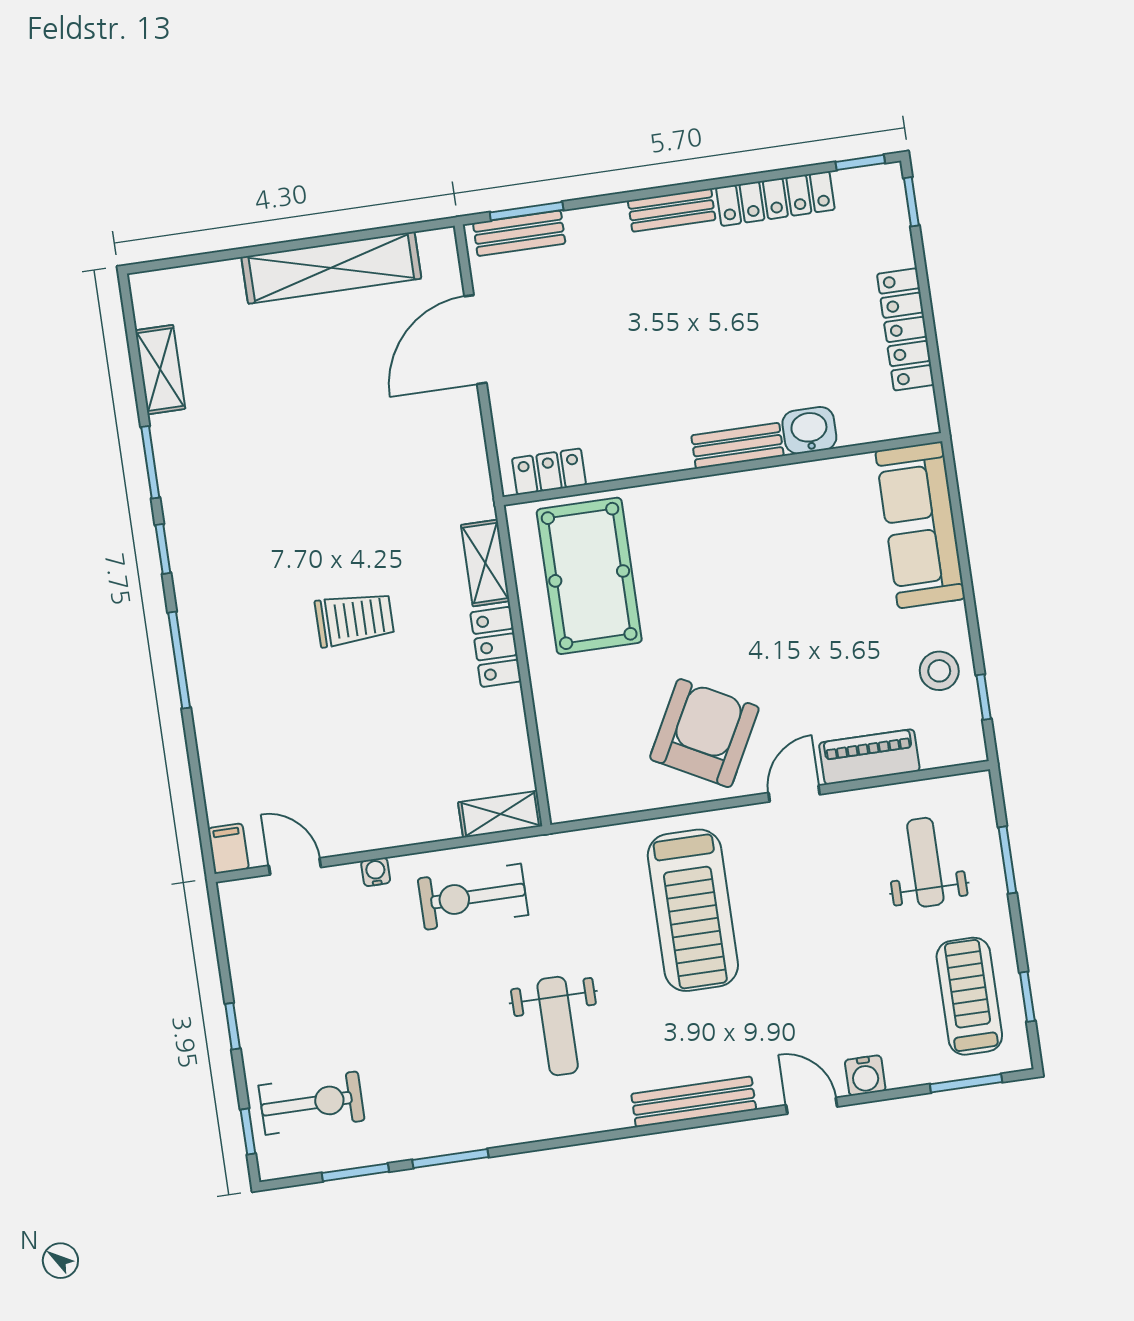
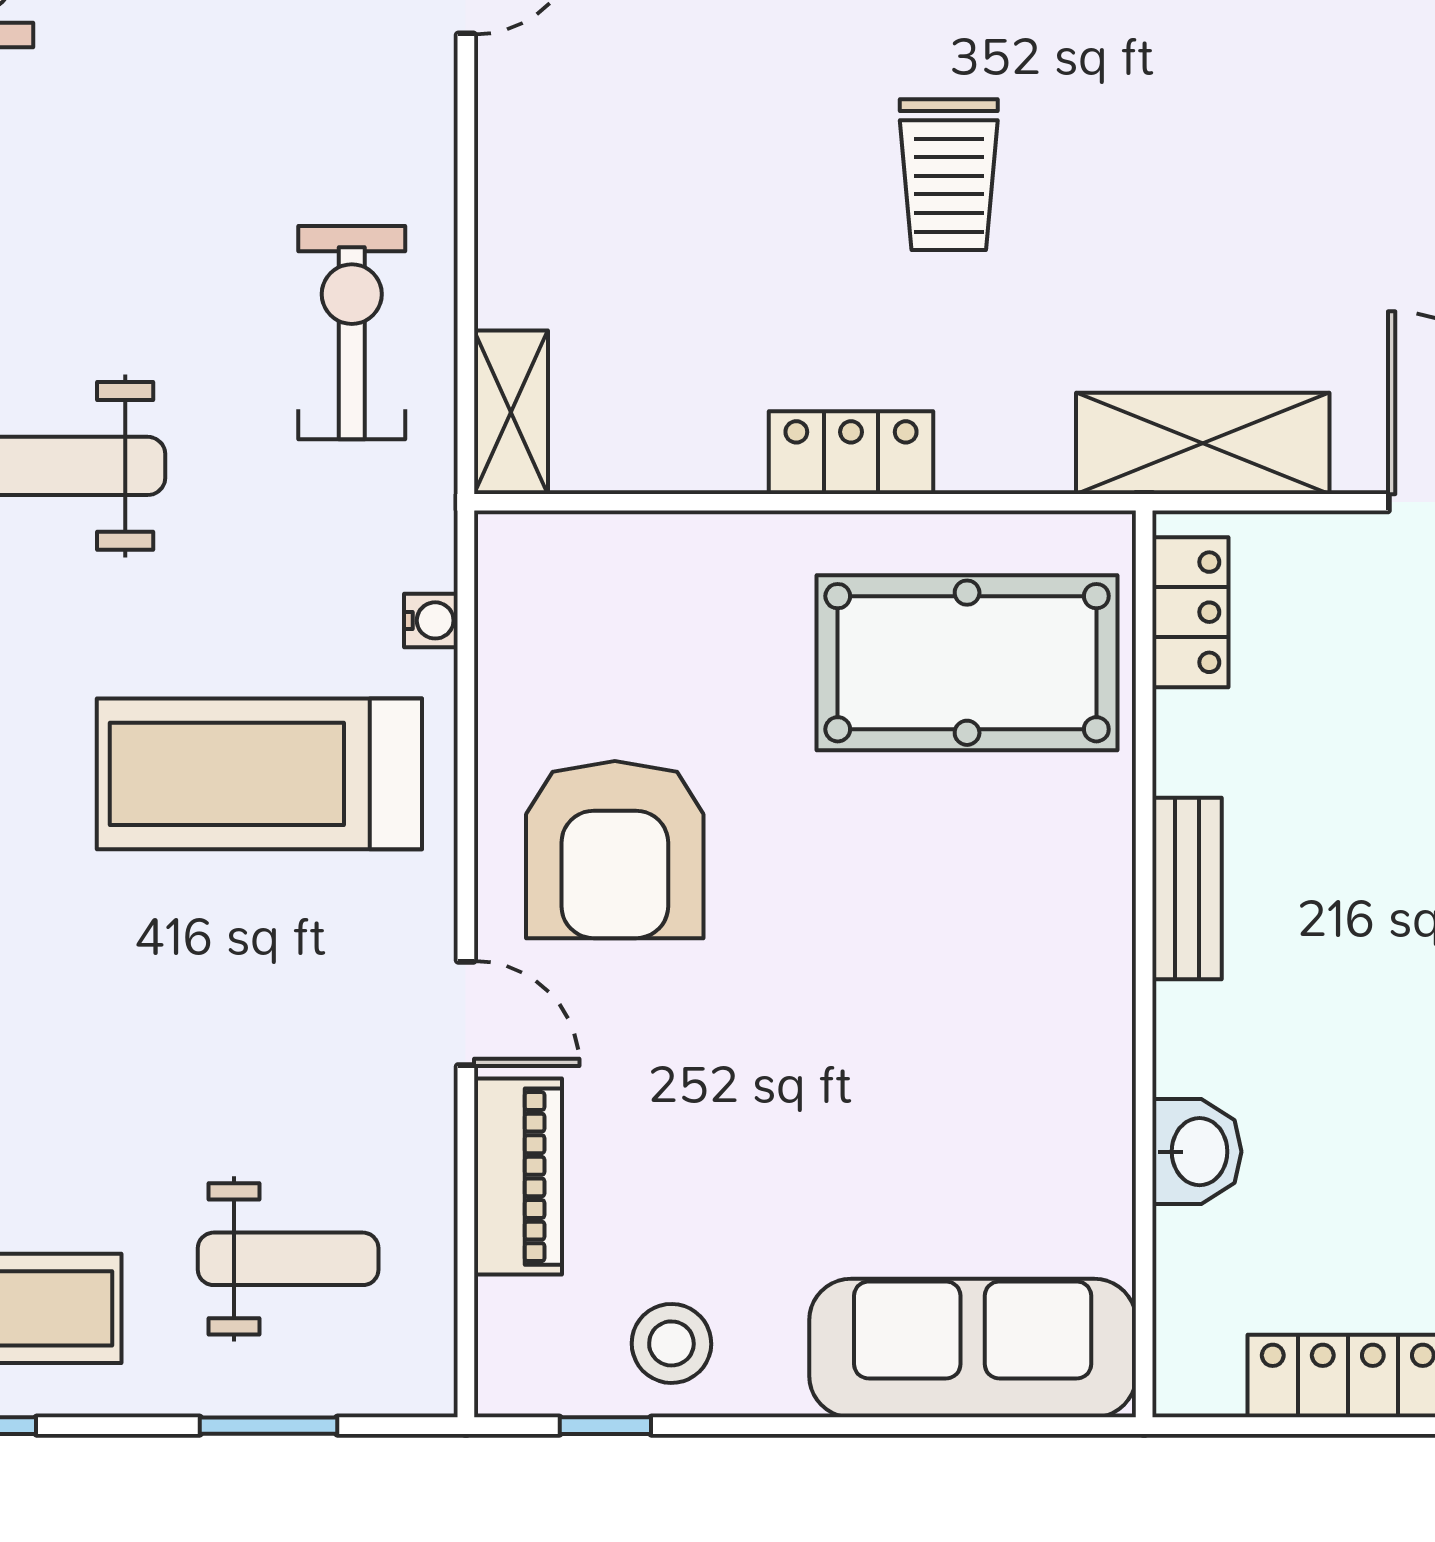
bench: (738, 446) -> (1187, 889), moved
shelving: (485, 563) -> (1203, 443), moved, width x1.50, depth x1.33
armchair: (704, 733) -> (615, 850), turned 62
water cooler: (376, 872) -> (431, 620), moved

